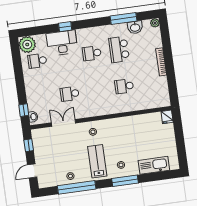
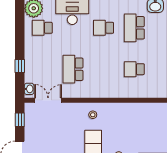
school desk: (70, 94) -> (73, 69), width x1.85
window: (24, 110) -> (20, 66), moved
double door: (63, 123) -> (48, 100), moved

